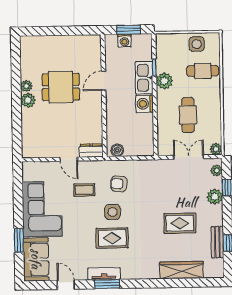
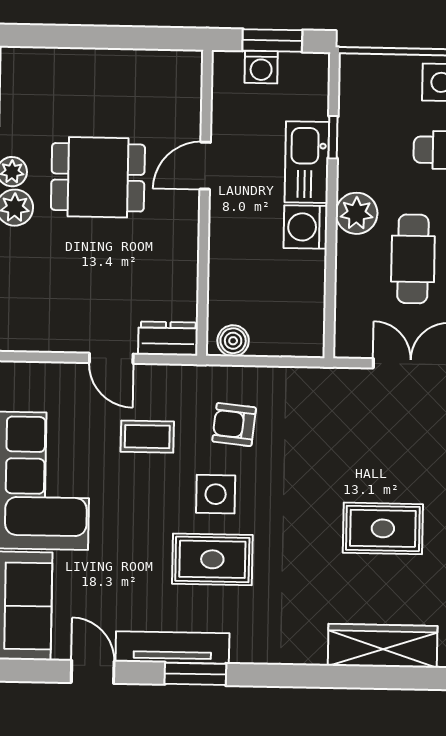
plant: (164, 81) -> (357, 213), moved
tv unit: (104, 274) -> (172, 647), width x1.41

